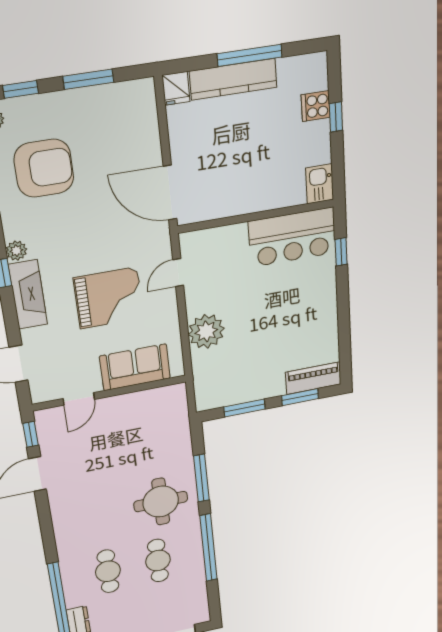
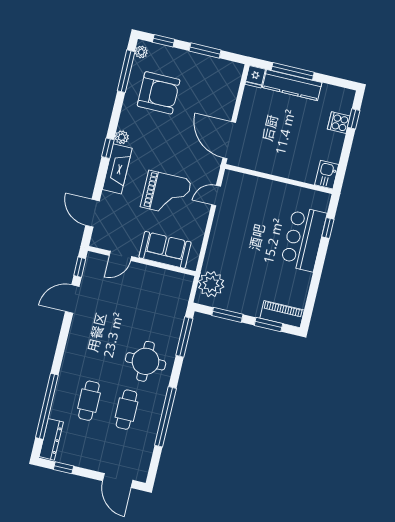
window: (250, 55) -> (293, 71), moved
window: (336, 117) -> (354, 119), moved
bar counter: (292, 237) -> (304, 239), moved, turned 90
plant: (206, 331) -> (211, 284), moved
window: (201, 478) -> (184, 337), moved

